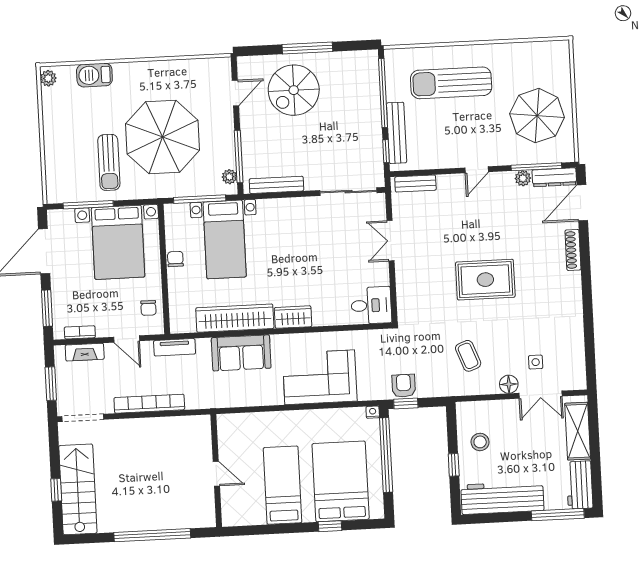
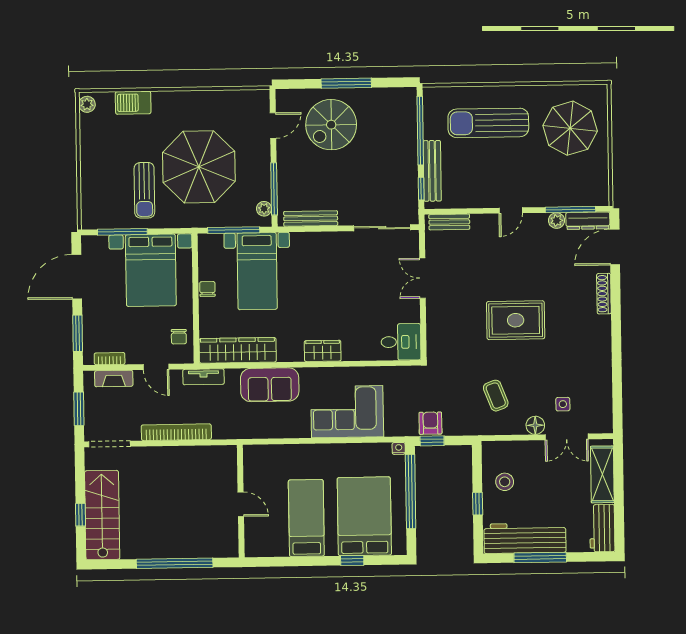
parasol: (537, 116) -> (570, 128), moved
wardrobe: (235, 318) -> (238, 350), moved
window: (558, 515) -> (540, 558), moved

